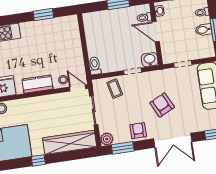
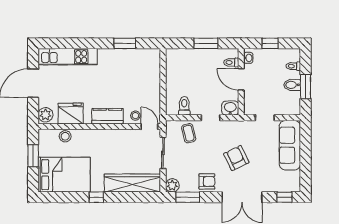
toilet: (95, 66) -> (184, 106), moved
armchair: (138, 131) -> (207, 181), turned 90

